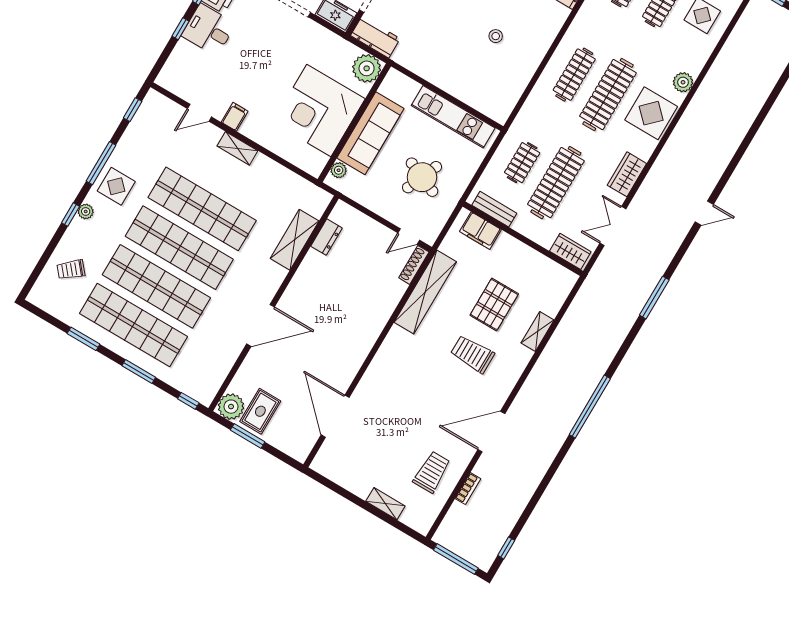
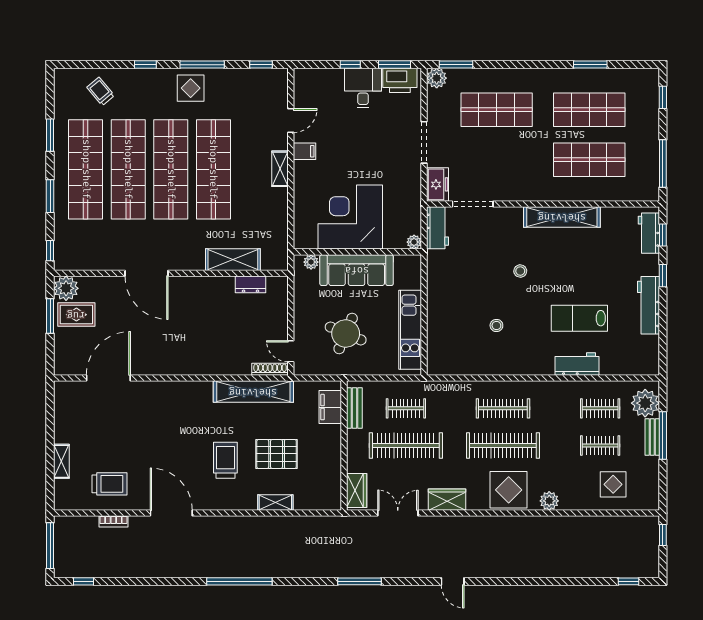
plant: (367, 68) -> (414, 242), width x0.53, depth x0.53
door: (199, 113) -> (291, 121), swing flipped
plant: (86, 211) -> (155, 75), removed

